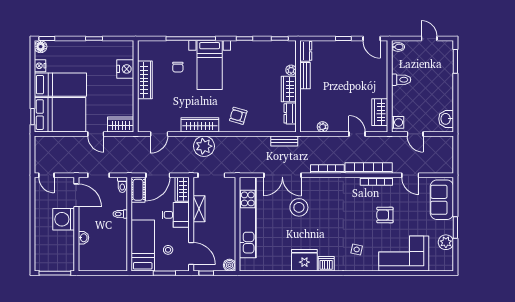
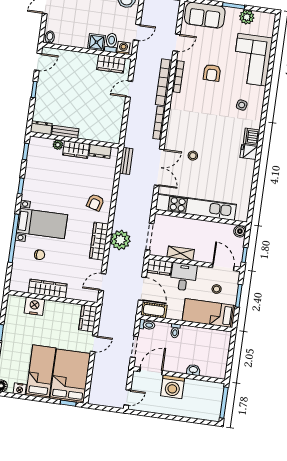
toilet: (401, 80) -> (111, 43), moved
shower: (400, 95) -> (96, 42), added
plant: (323, 127) -> (117, 122), removed
door: (159, 134) -> (102, 282), swing flipped
stool: (299, 207) -> (193, 156), width x0.53, depth x0.53
door: (191, 253) -> (223, 267), hinge flipped
fridge: (304, 260) -> (249, 152), width x0.53, depth x0.75

